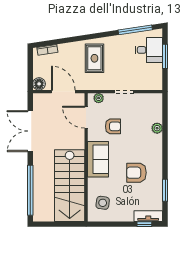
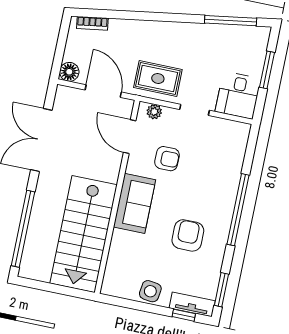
desk: (149, 50) -> (238, 95), moved, turned 90
rug: (94, 58) -> (158, 79), moved, turned 90
plant: (157, 128) -> (233, 175), removed
window: (165, 150) -> (238, 210), added
armchair: (136, 173) -> (188, 235), turned 90
window: (165, 190) -> (221, 290), moved
side table: (103, 203) -> (150, 291), moved

